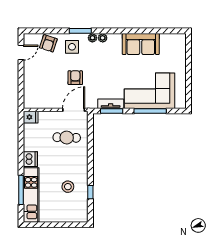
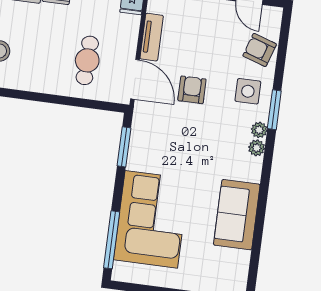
armchair: (75, 78) -> (192, 90), turned -90
tv unit: (111, 104) -> (152, 37), moved
window: (150, 111) -> (112, 240), moved

